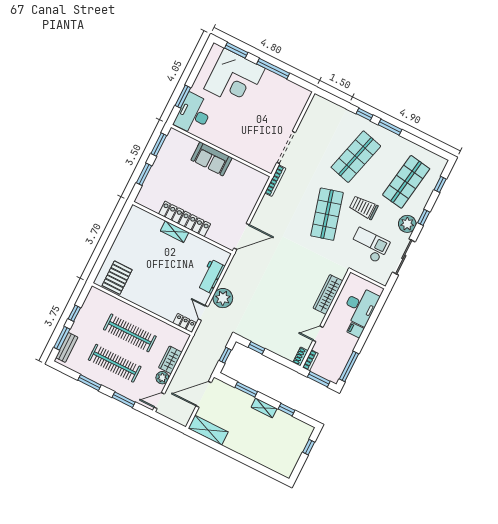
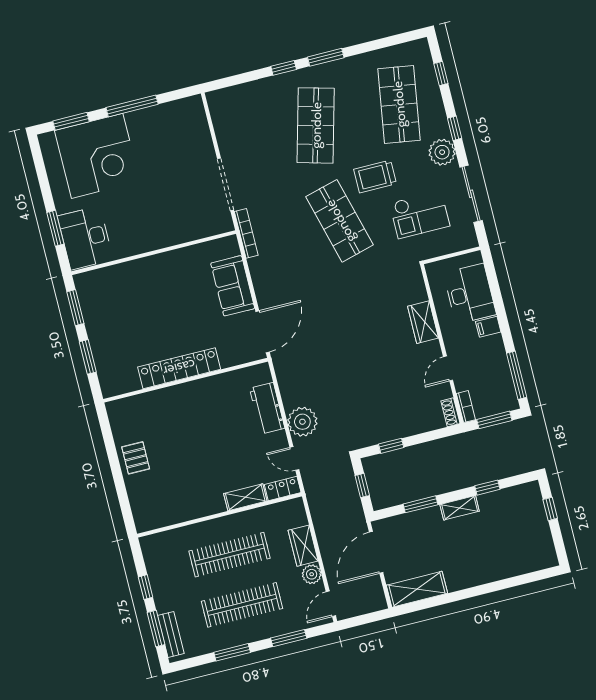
sofa: (211, 159) -> (233, 286), moved, turned 90
shelving: (175, 232) -> (245, 497), moved
checkout: (369, 245) -> (420, 215), turned 180
pallet: (117, 278) -> (136, 458), moved, width x0.67, depth x0.71
wardrobe: (328, 294) -> (423, 322), width x0.67

